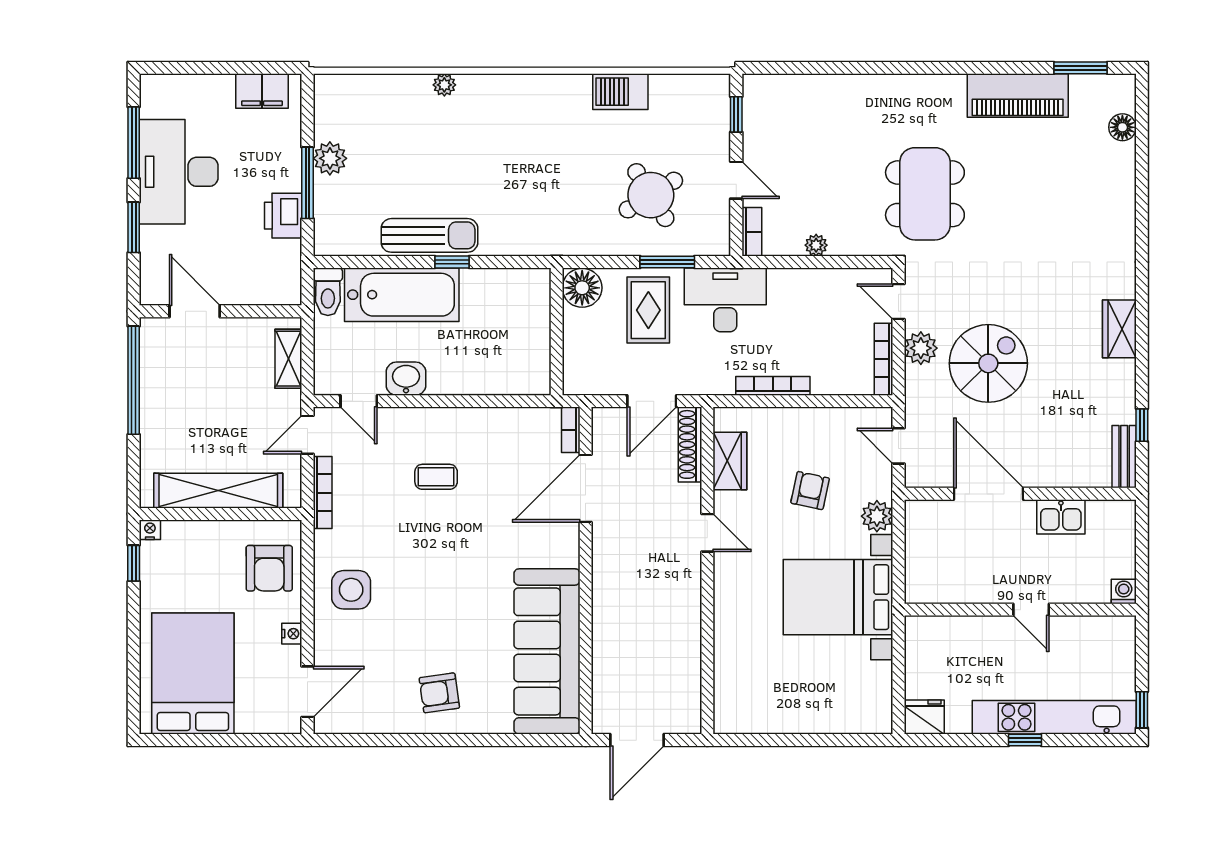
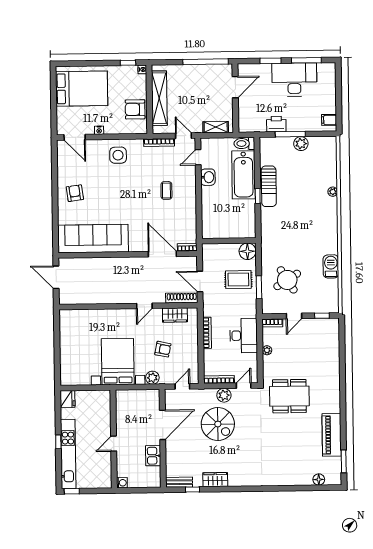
filing cabinet: (262, 91) -> (329, 120), width x0.50
desk: (725, 300) -> (244, 336), moved
wardrobe: (1119, 329) -> (215, 480), moved
armchair: (269, 568) -> (135, 109), moved

